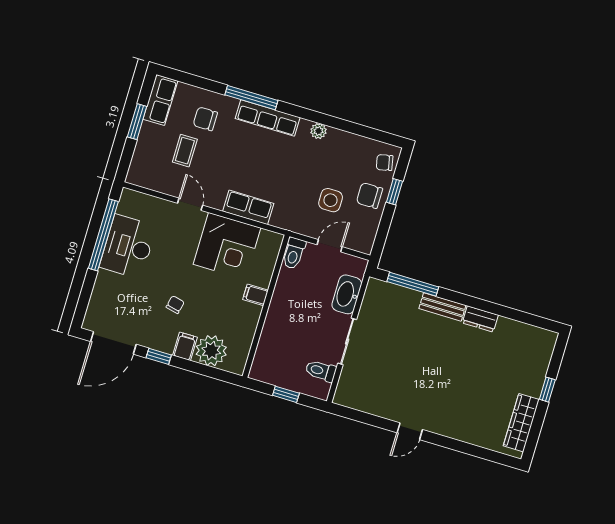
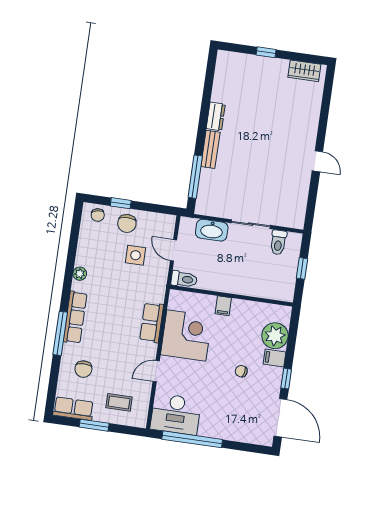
coffee table: (185, 151) -> (119, 402), moved
desk: (128, 247) -> (176, 414), moved
wardrobe: (521, 423) -> (304, 71), width x0.67

